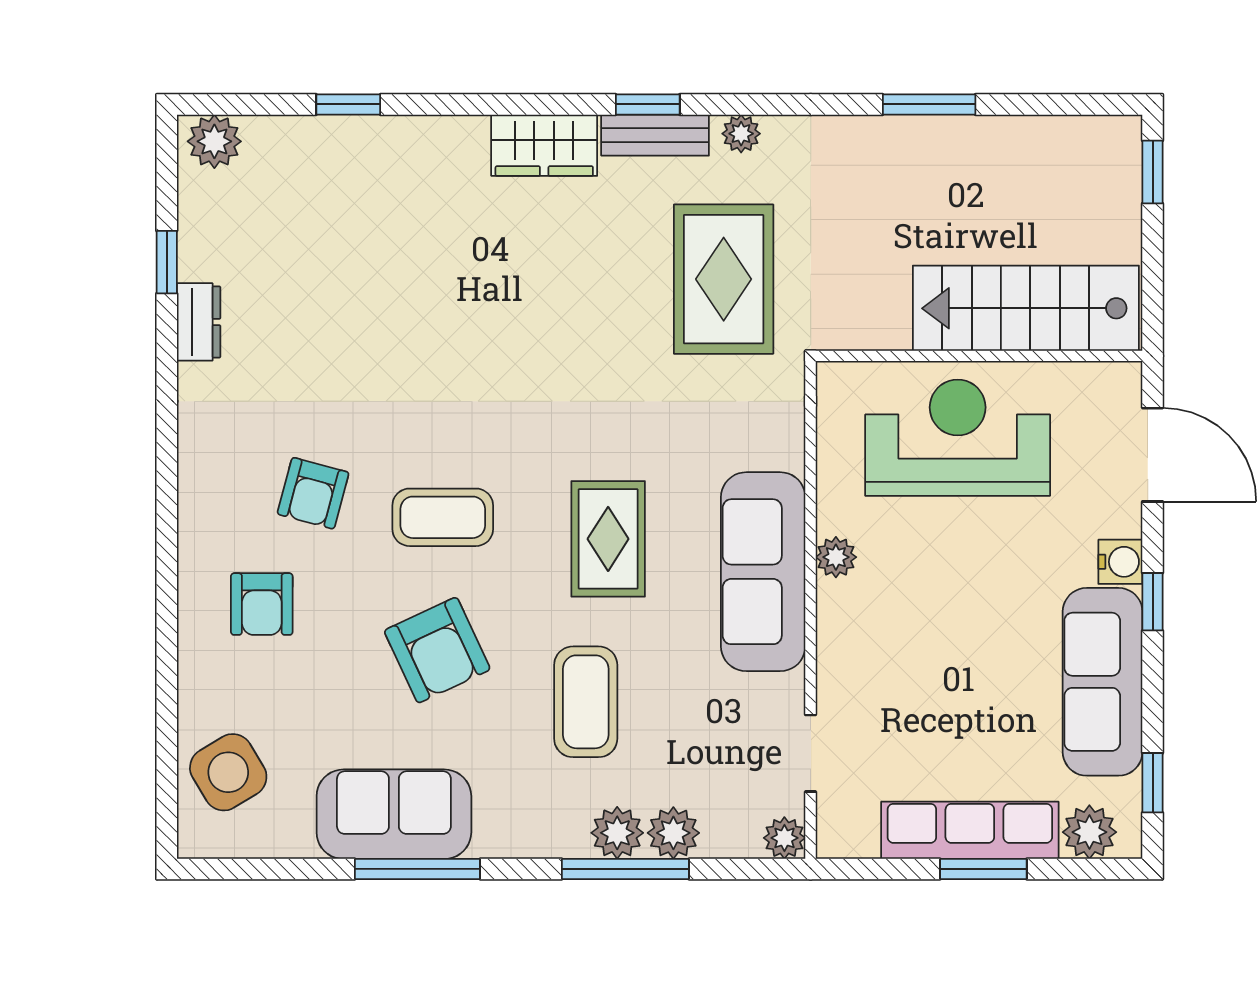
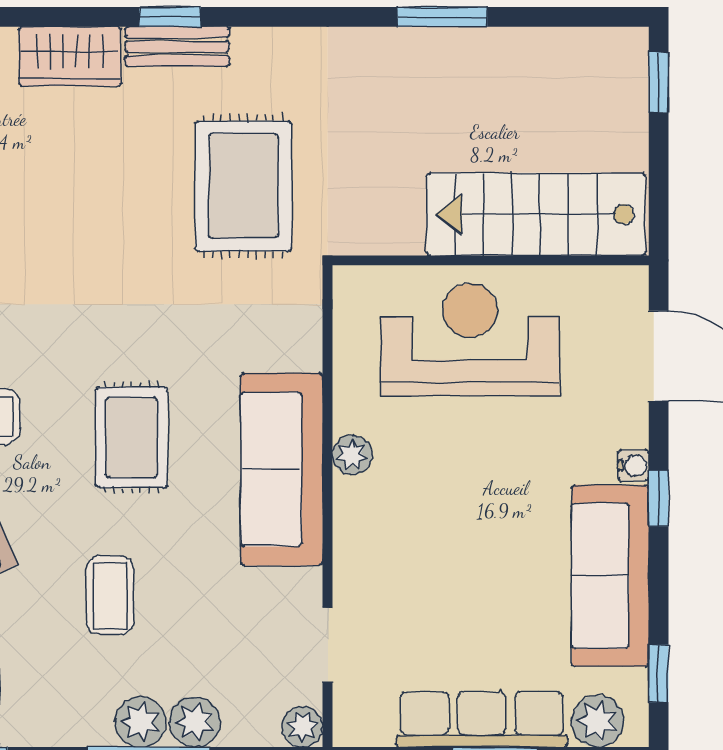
plant: (741, 134) -> (260, 45), removed
water cooler: (1120, 562) -> (633, 466), width x0.72, depth x0.72
coffee table: (586, 702) -> (110, 595), width x0.73, depth x0.77

